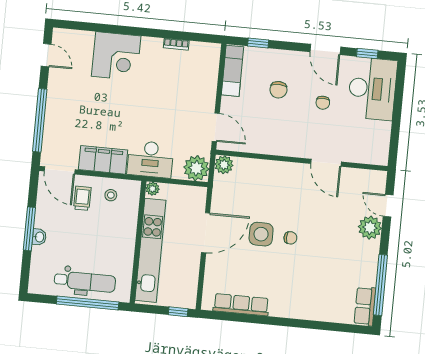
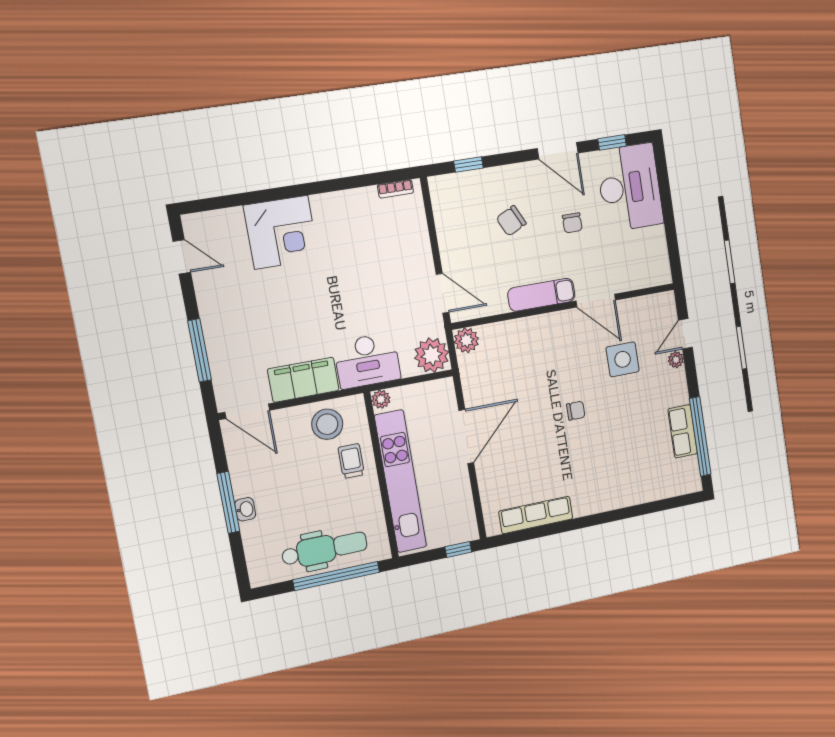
bookcase: (176, 44) -> (395, 189), moved
exam couch: (232, 71) -> (541, 295), moved, turned -90
chair: (278, 90) -> (511, 221), turned 64
window: (40, 120) -> (199, 350), width x0.68
stool: (111, 195) -> (327, 424), width x1.89, depth x1.89
trolley: (82, 198) -> (351, 461), moved
door: (388, 206) -> (685, 334), hinge flipped
plant: (370, 228) -> (676, 360), width x0.53, depth x0.53
side table: (261, 234) -> (623, 359), moved
row of seats: (365, 306) -> (683, 431), moved

